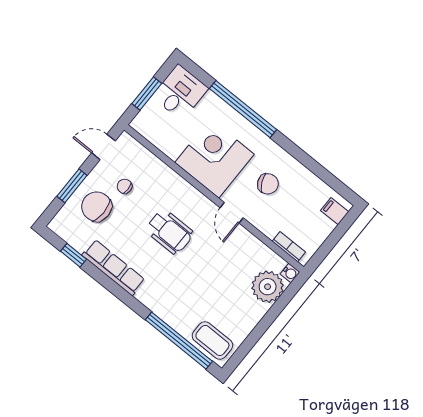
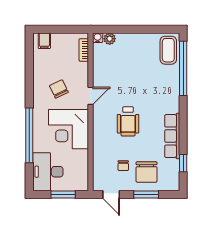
desk: (180, 92) -> (48, 172), width x1.37
wheelchair: (170, 232) -> (128, 121), turned 180
plant: (268, 287) -> (110, 39), width x0.53, depth x0.53

